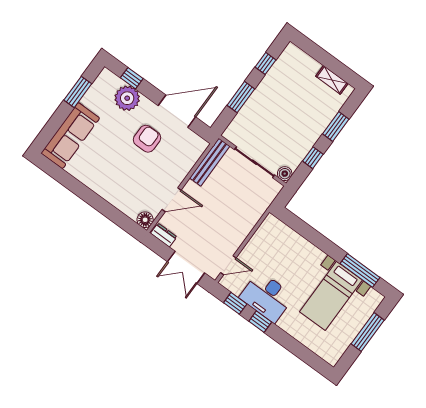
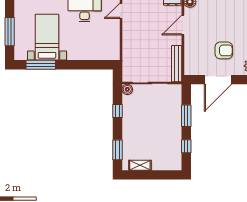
window: (336, 126) -> (117, 150), moved
armchair: (147, 139) -> (224, 50), turned -90

